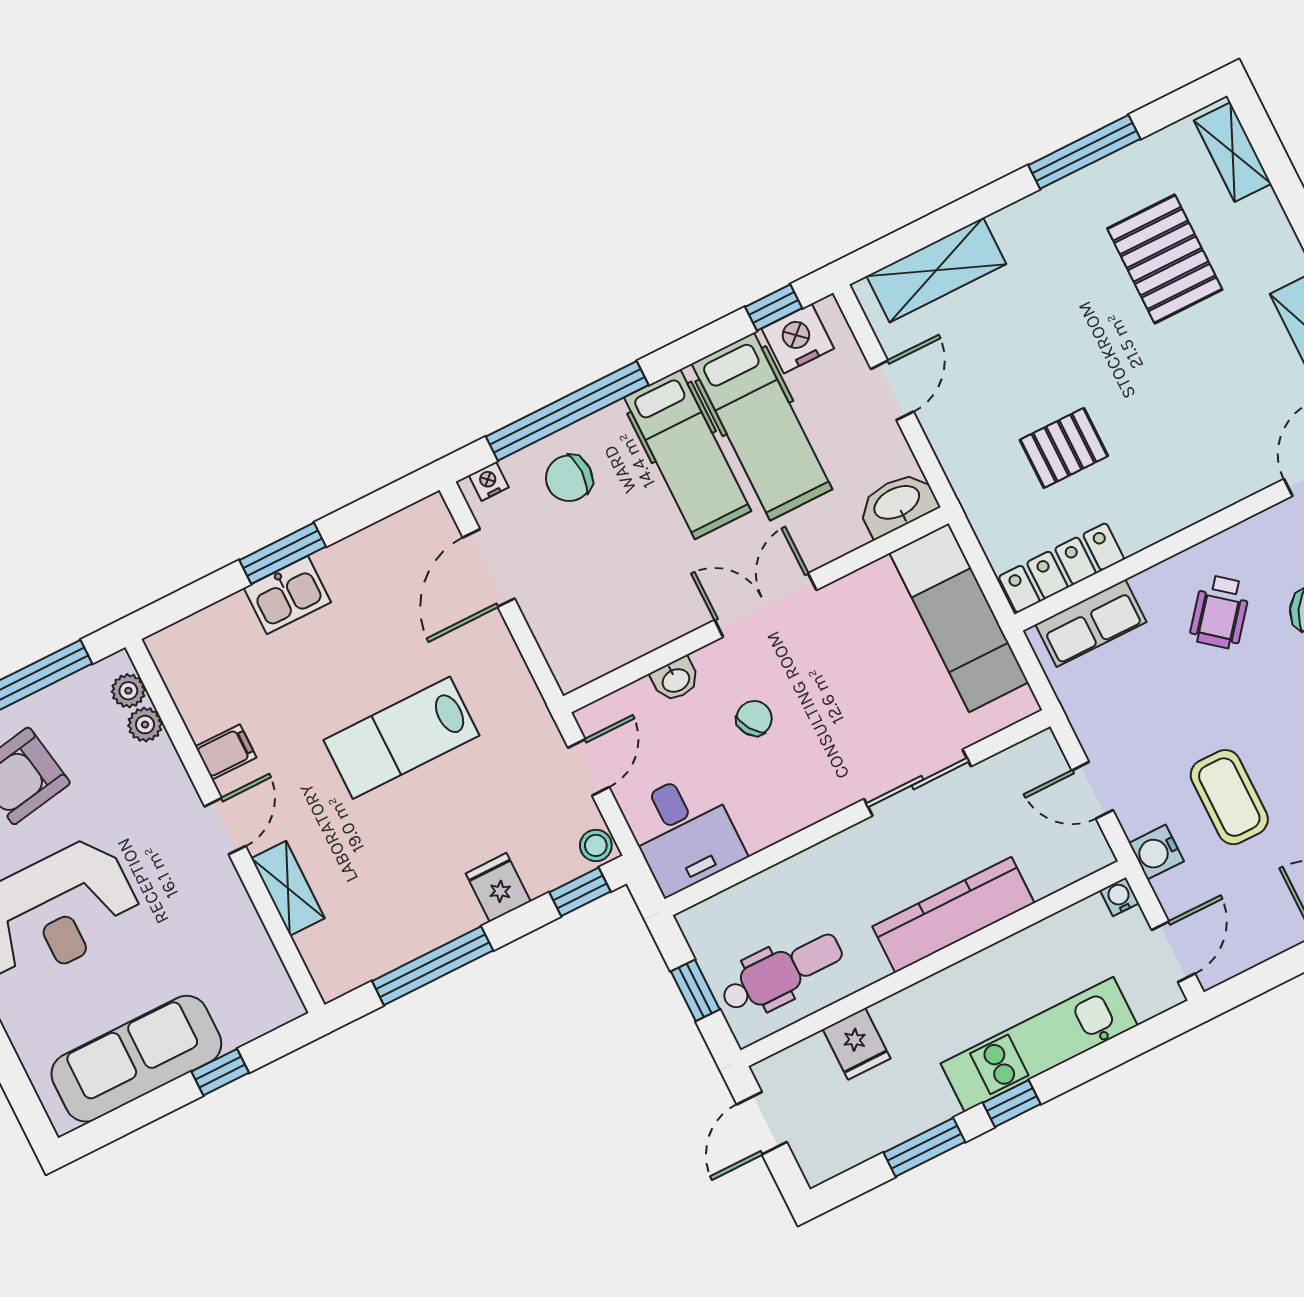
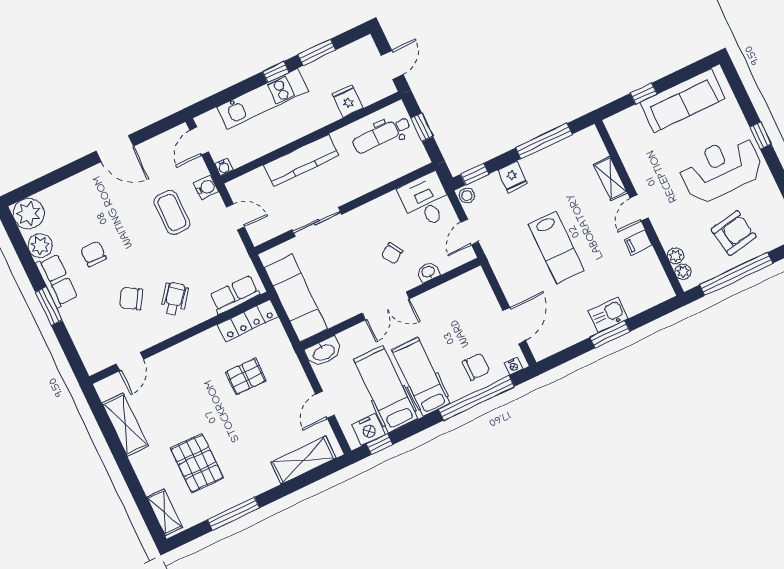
lab bench: (401, 738) -> (556, 247), turned 90

